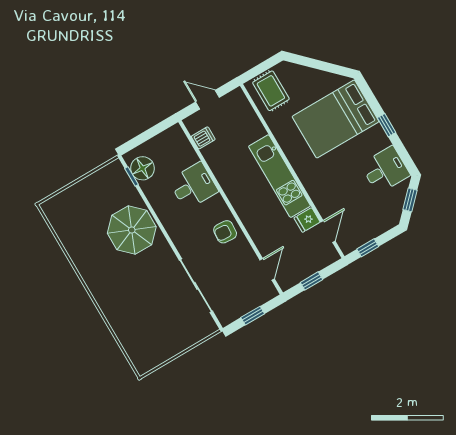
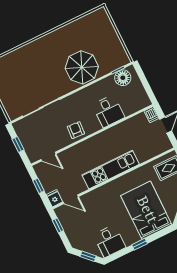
dishwasher: (203, 138) -> (152, 115), moved
fridge: (307, 220) -> (54, 198), moved

